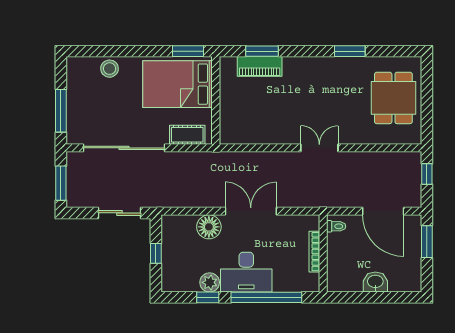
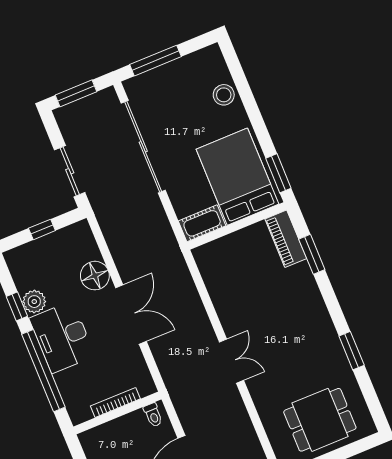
piano: (260, 66) -> (286, 239), moved
cot: (187, 135) -> (202, 223), moved, turned 90

